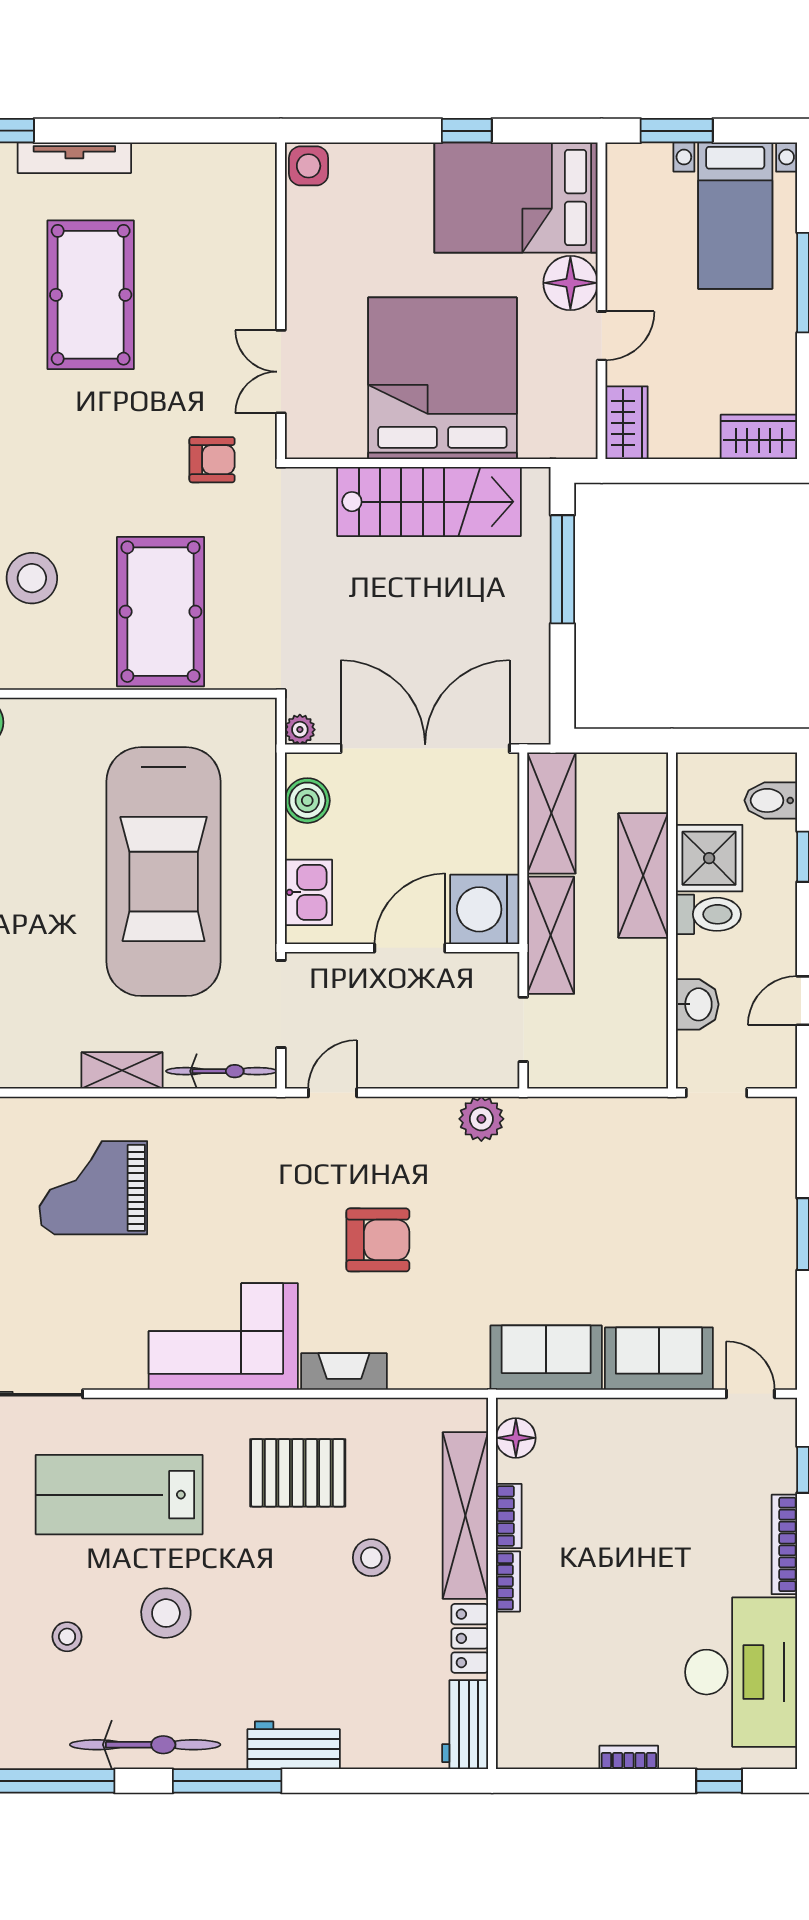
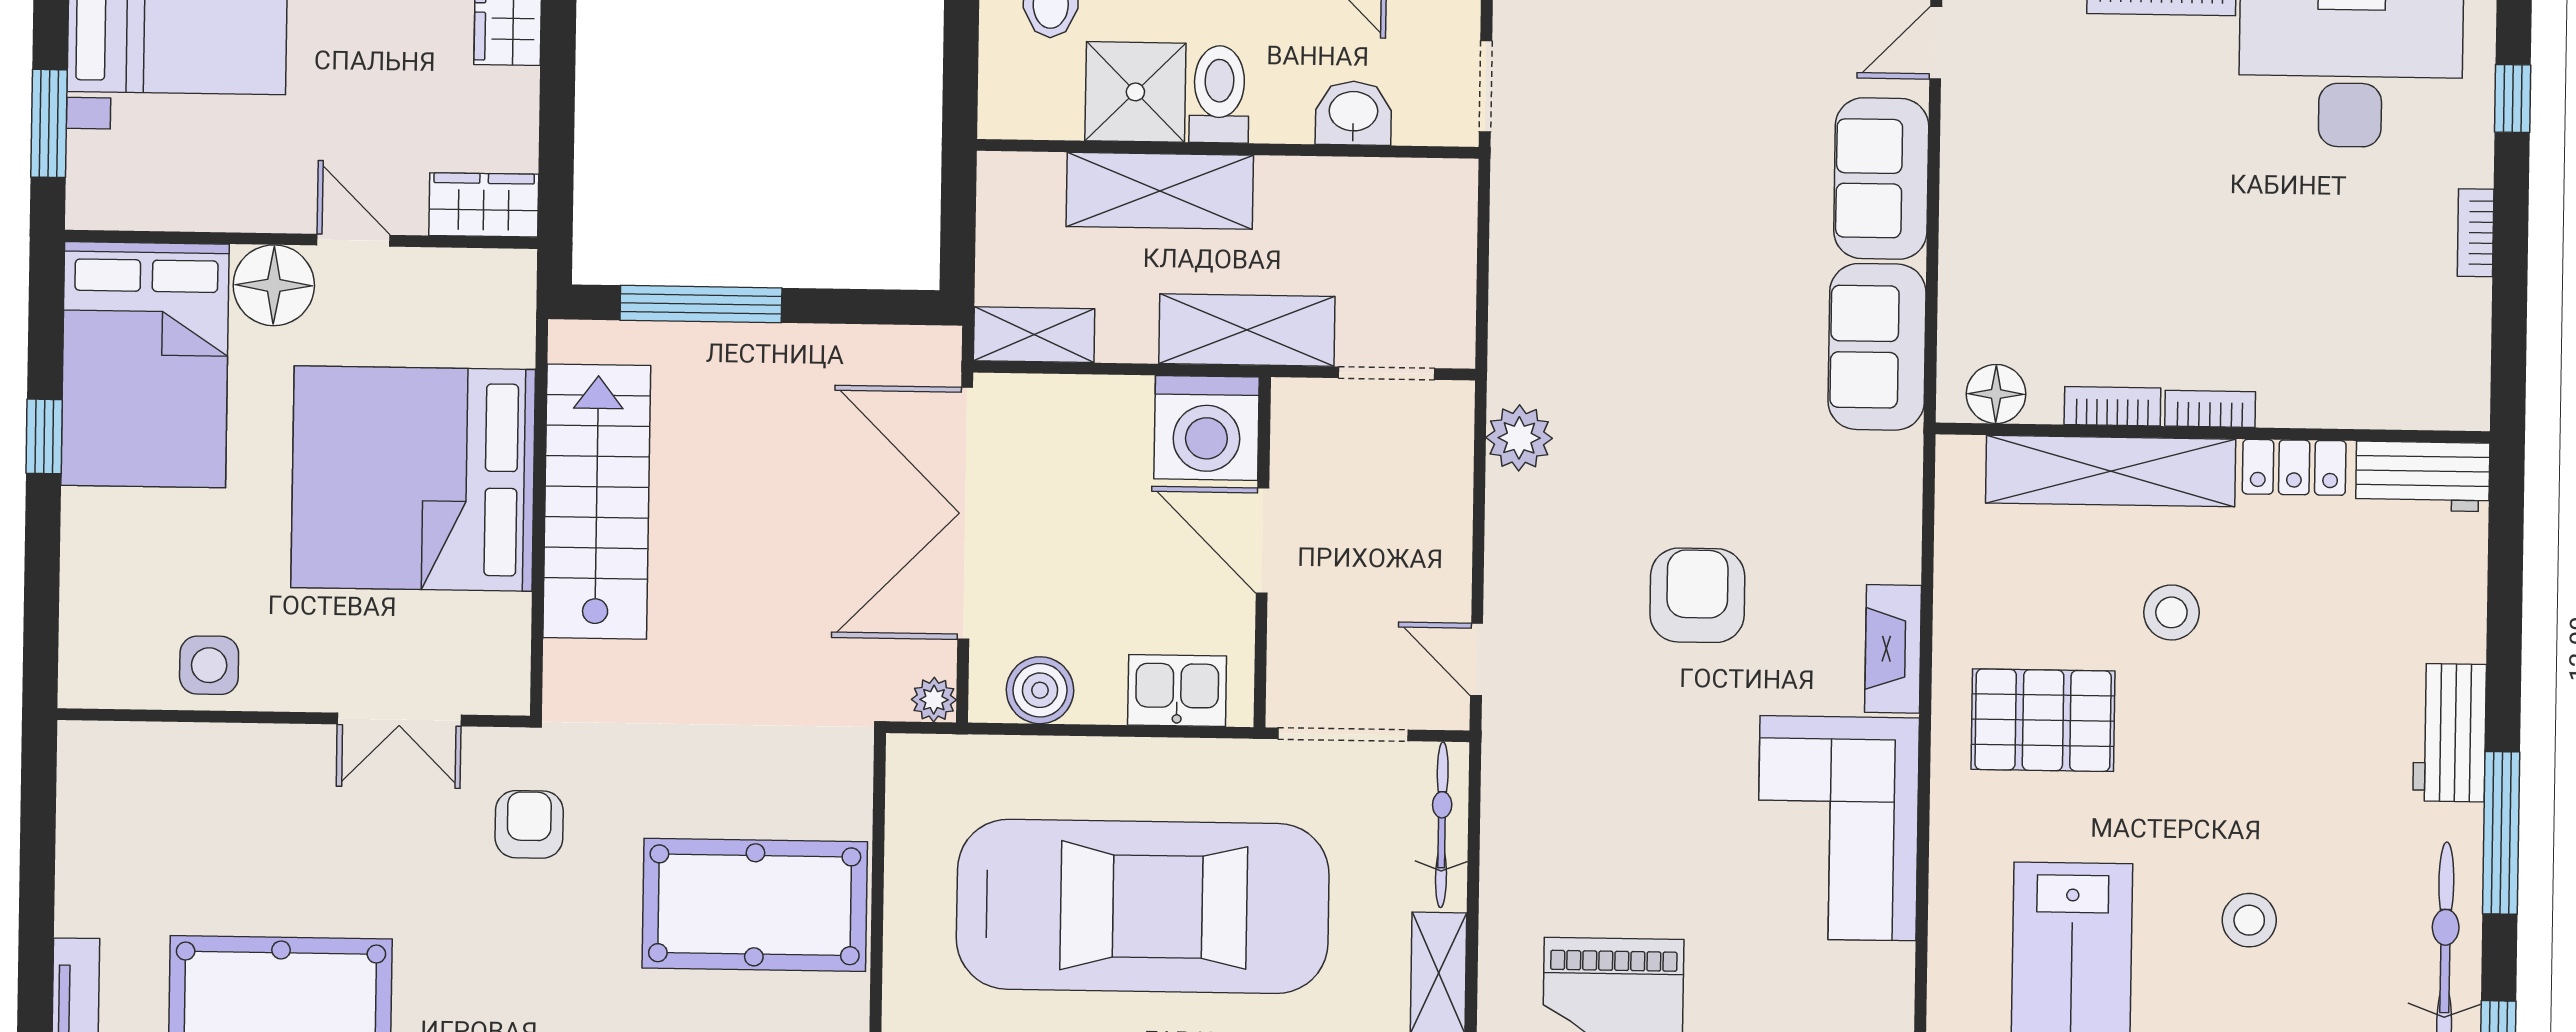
side table: (309, 166) -> (209, 665), moved
shelving: (551, 813) -> (1034, 335), width x0.67, depth x0.75
pallet: (298, 1473) -> (2043, 720), turned 90
stool: (166, 1613) -> (2249, 920), width x0.73, depth x0.73

